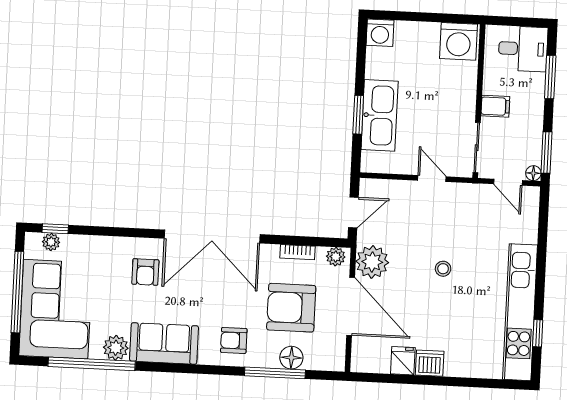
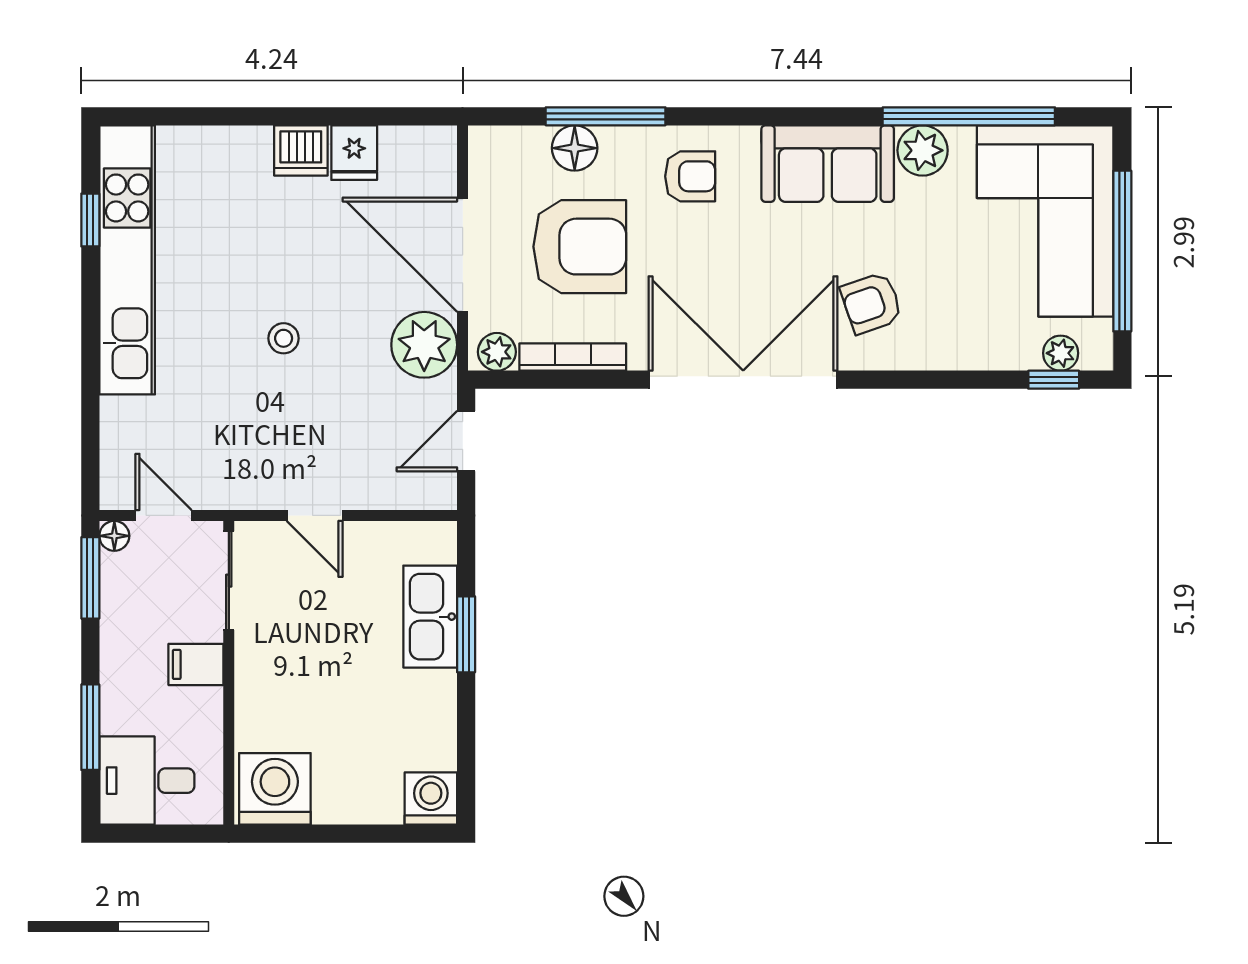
kitchen sink: (380, 115) -> (430, 617), width x0.73, depth x0.81
bookcase: (297, 252) -> (573, 357), width x1.56
armchair: (145, 272) -> (871, 303), turned -109

